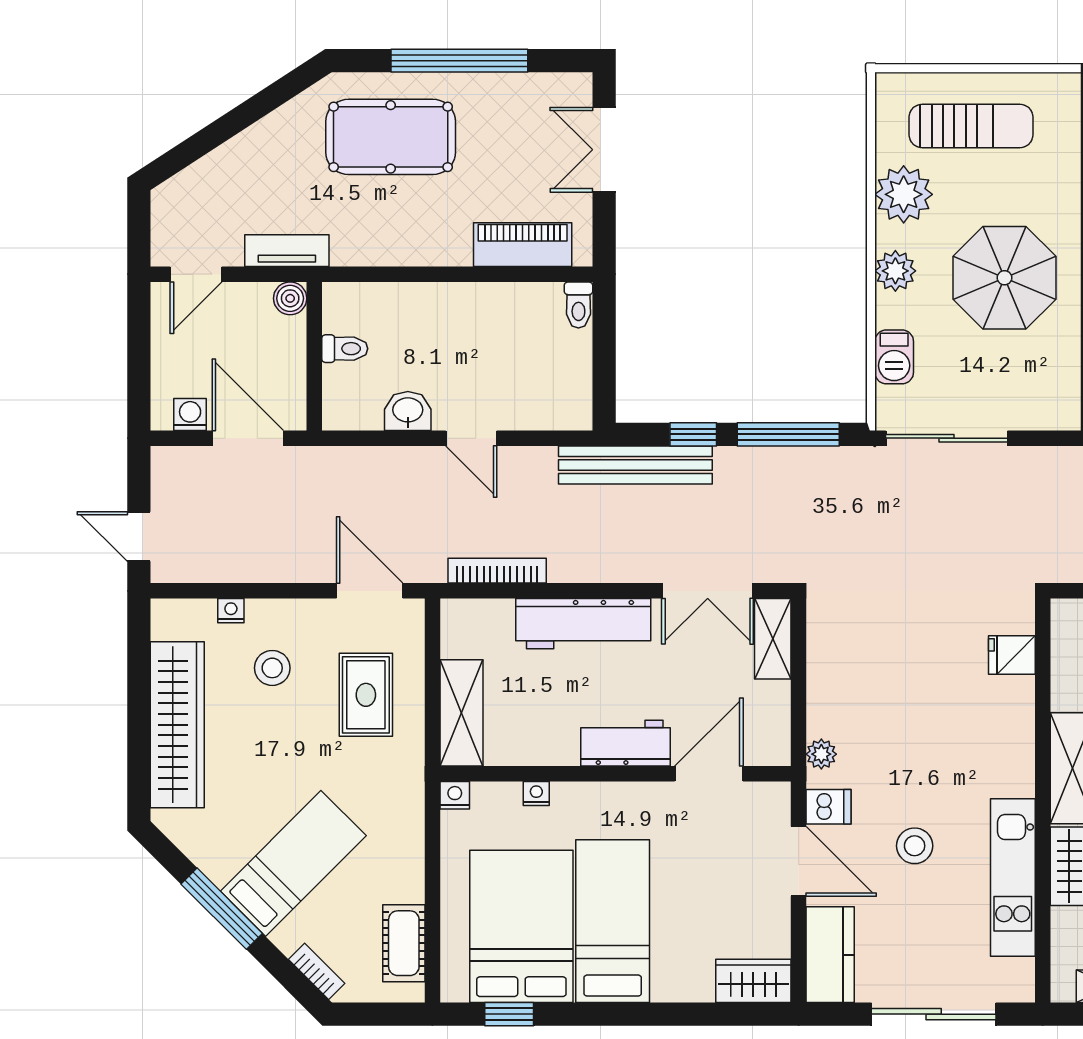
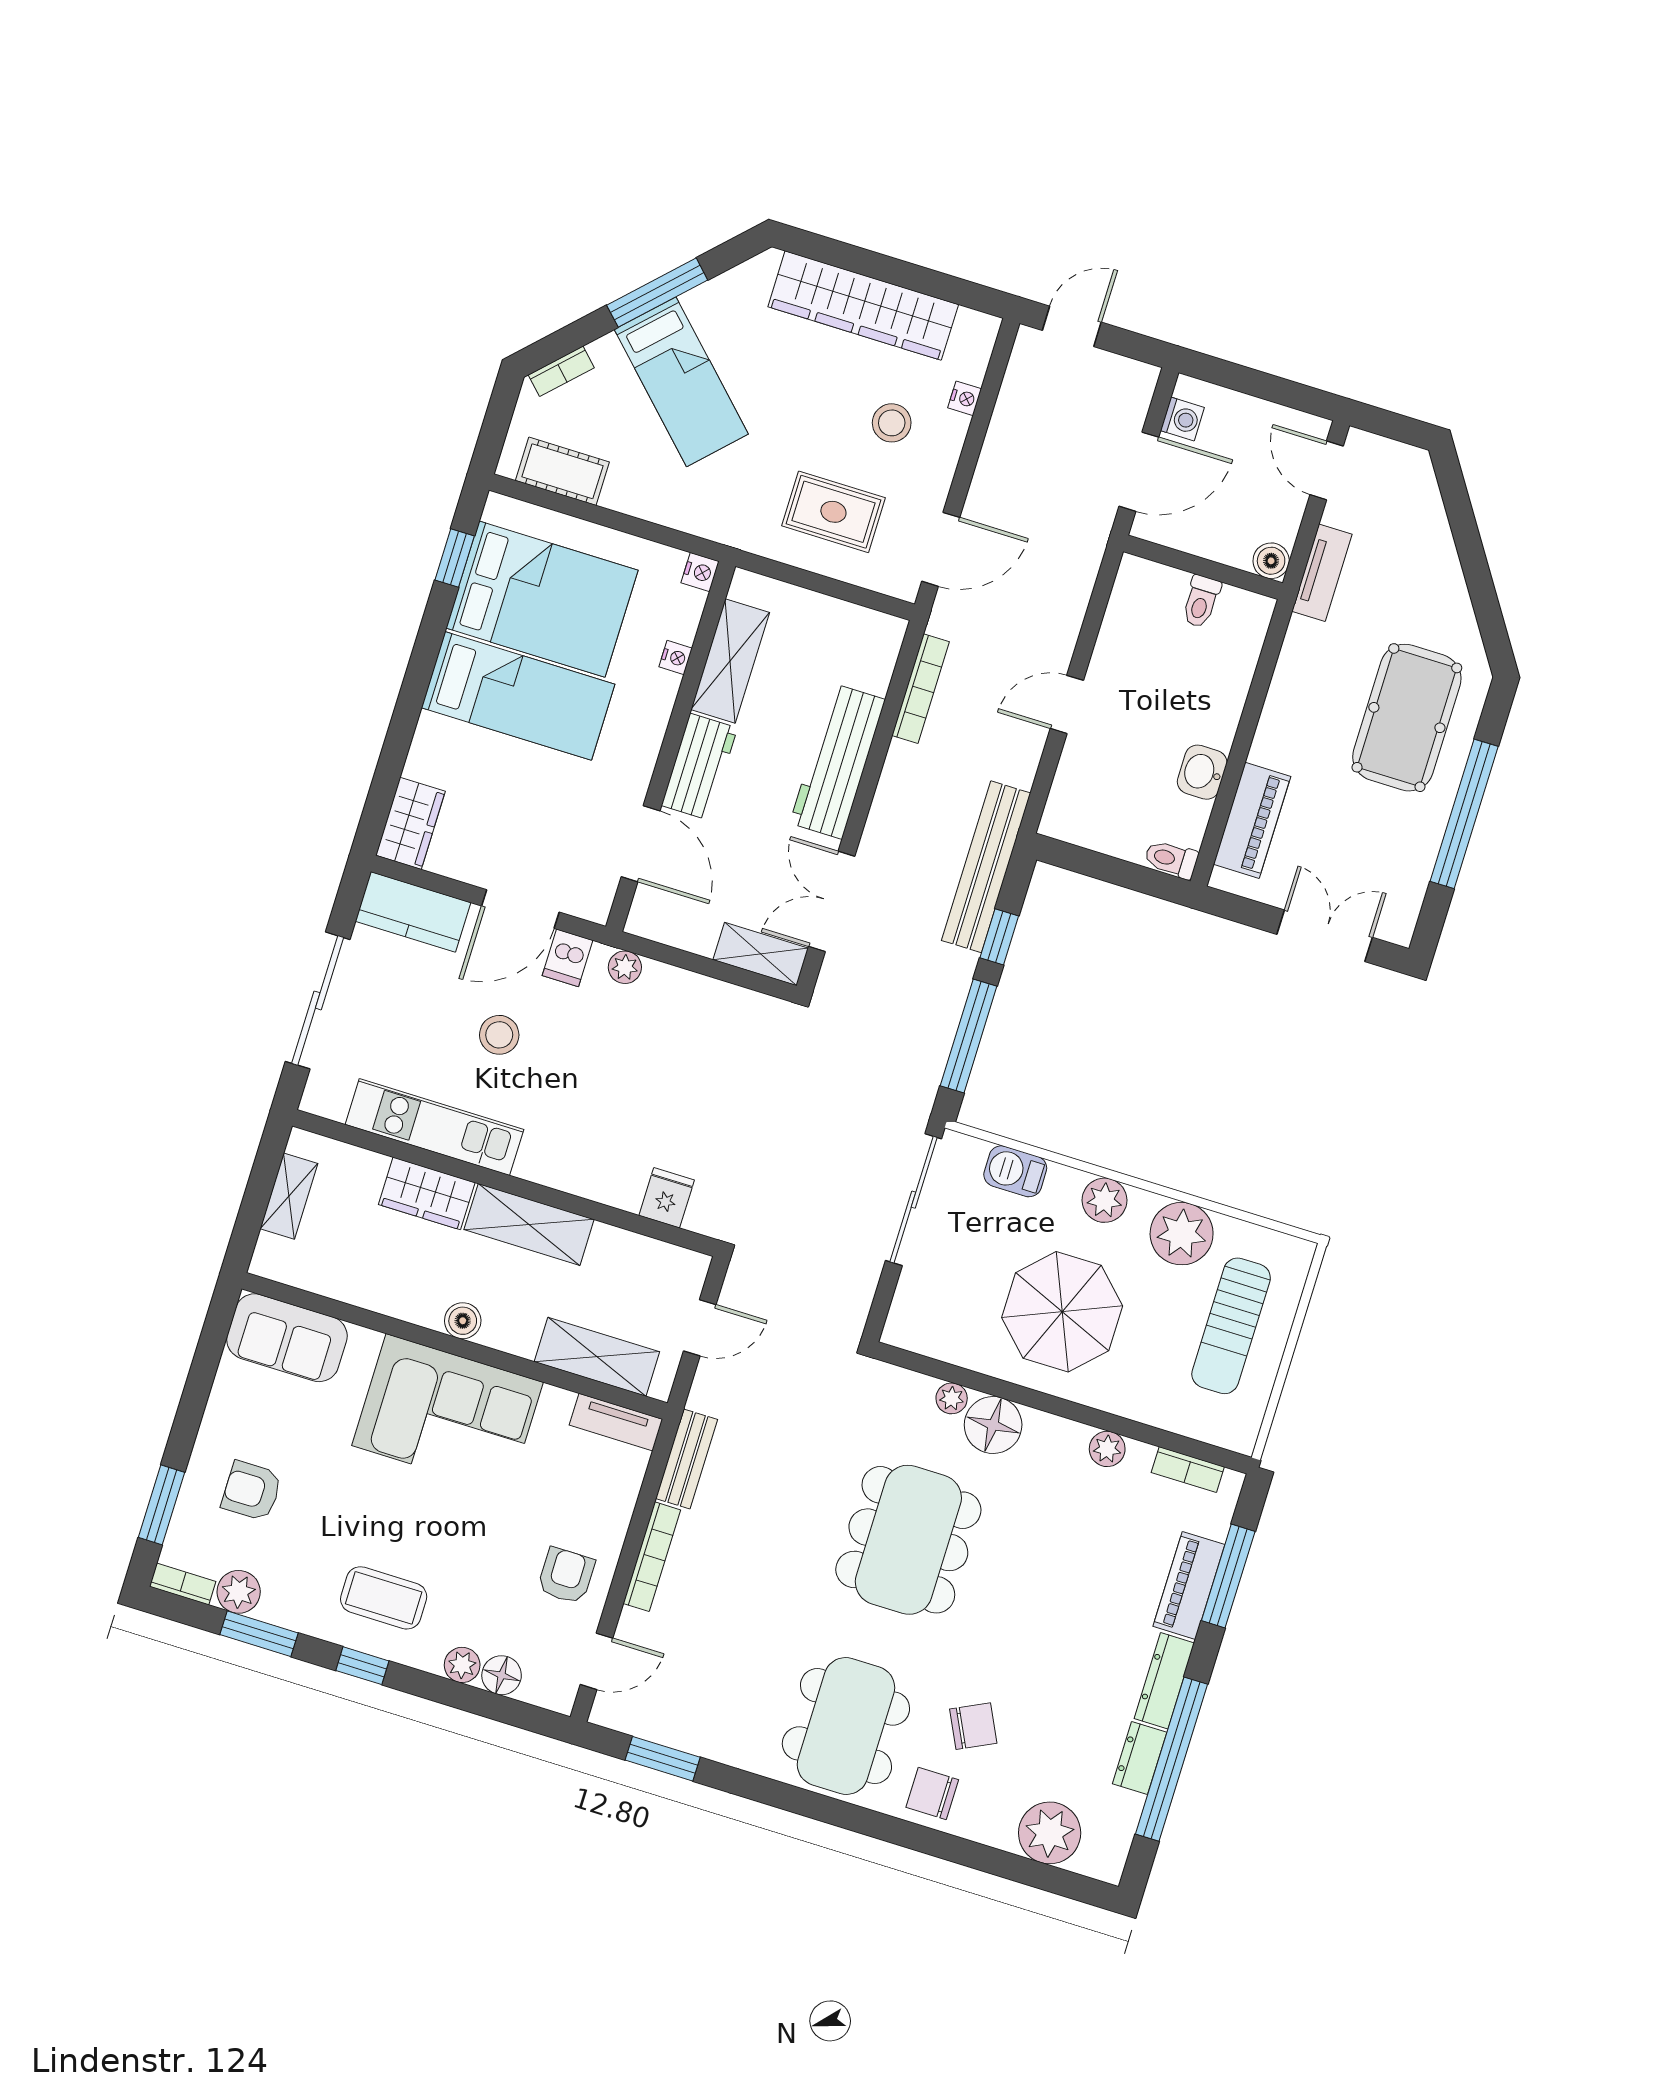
washbasin: (408, 411) -> (1202, 772), moved, turned 180
shelving: (461, 713) -> (730, 661), moved, turned 90

